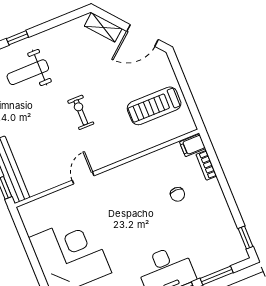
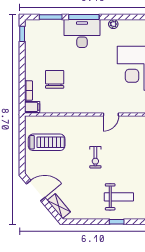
chair: (177, 194) -> (55, 79), width x1.87, depth x1.87

